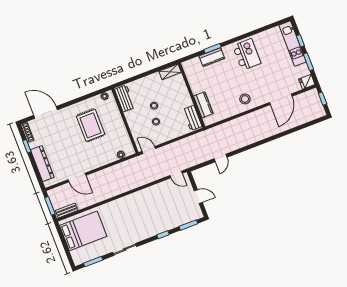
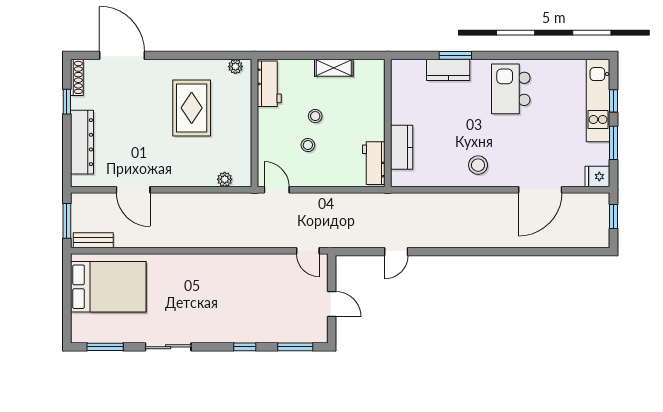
kitchen island: (247, 54) -> (511, 89), turned 180
shelving: (170, 72) -> (334, 68), moved

